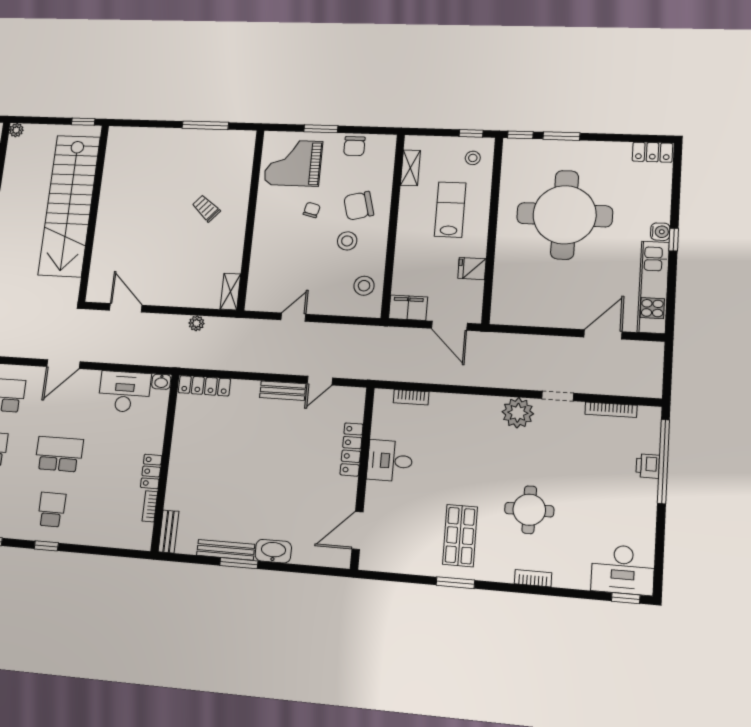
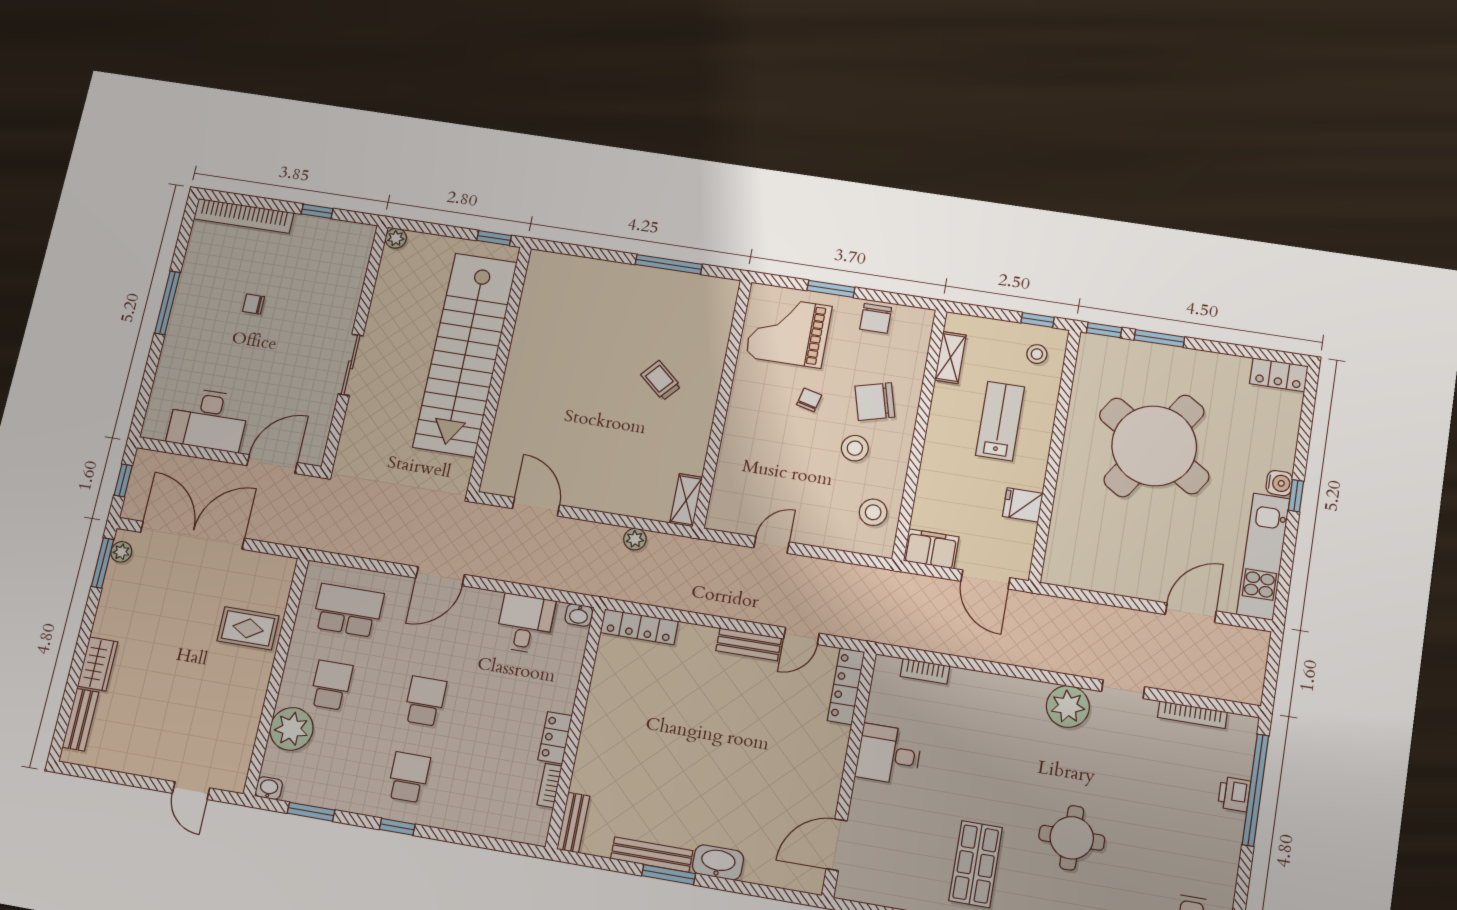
round table: (565, 215) -> (1154, 446), turned 33
desk: (124, 392) -> (525, 624), width x0.73
locker: (352, 449) -> (846, 686), moved
school desk: (59, 454) -> (425, 701), width x0.54

